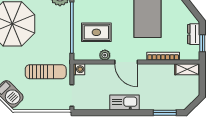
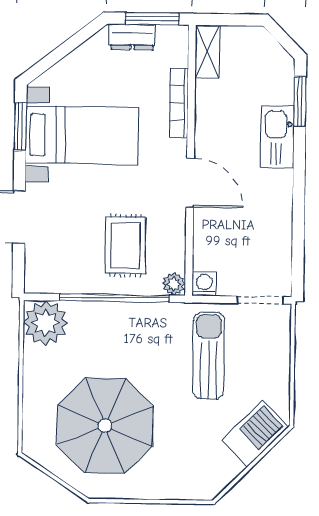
window: (202, 43) -> (152, 19), width x1.50
plant: (105, 55) -> (174, 284), moved
door: (126, 62) -> (190, 183), hinge flipped
kitchen sink: (125, 102) -> (277, 137), moved

